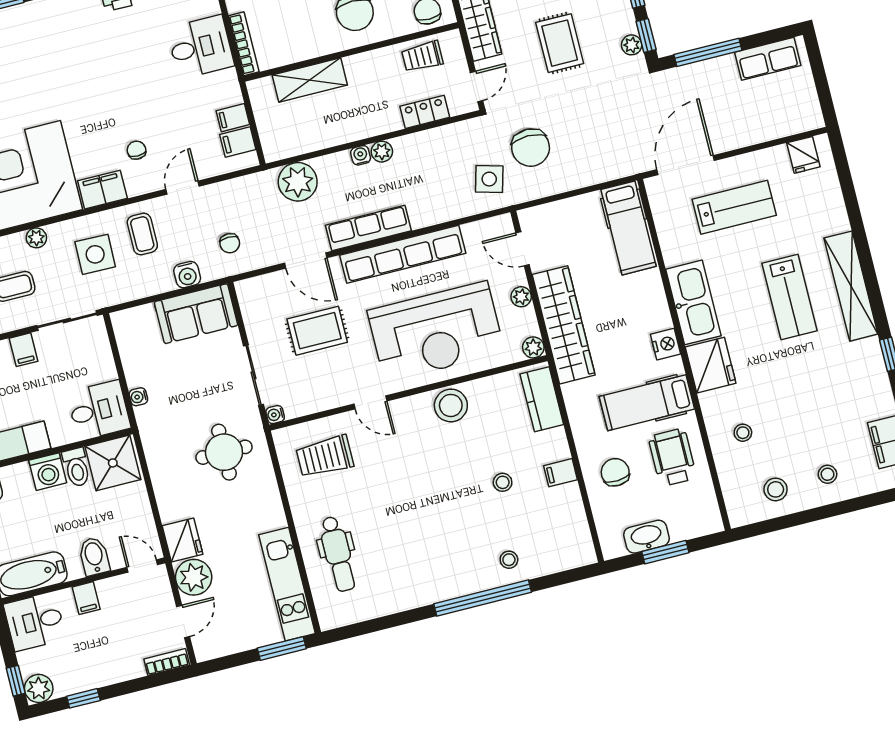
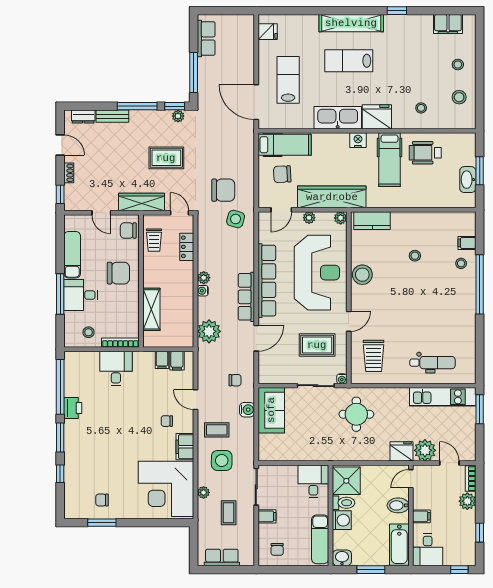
lab bench: (789, 297) -> (349, 61), turned 180
rug: (317, 331) -> (317, 345), moved, turned 90
water cooler: (138, 397) -> (311, 456), removed
chair: (615, 472) -> (282, 174), moved
filing cabinet: (560, 473) -> (467, 243), moved, turned 90
plant: (39, 688) -> (467, 501), moved

